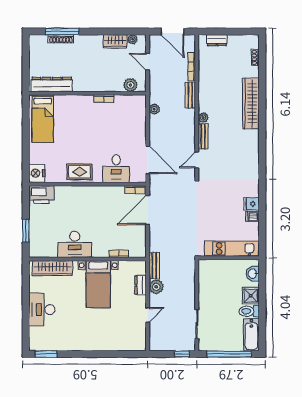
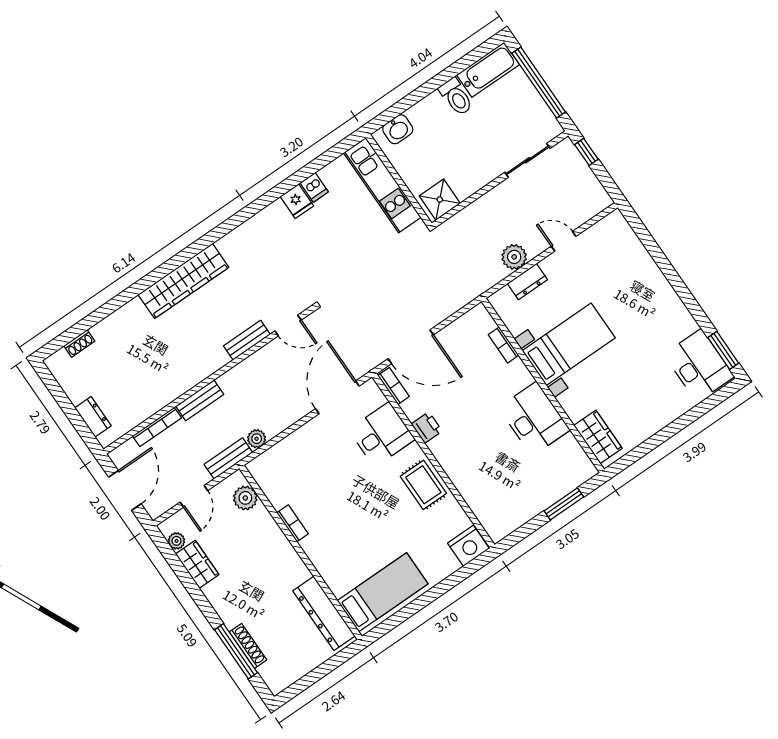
wardrobe: (251, 103) -> (183, 281), moved
plant: (203, 117) -> (220, 359), removed
printer: (41, 195) -> (427, 427), moved, width x0.53, depth x0.68
bench: (154, 266) -> (228, 458), moved
wardrobe: (52, 268) -> (598, 437), width x0.67
shower: (251, 296) -> (440, 200), moved
desk: (42, 310) -> (699, 365), moved, turned -90

